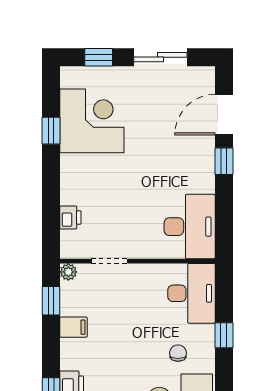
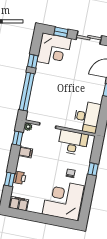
corner desk: (92, 121) -> (54, 50), moved, turned 90
window: (51, 198) -> (27, 92), added
printer: (70, 218) -> (34, 102), removed
desk: (192, 293) -> (73, 143), moved, turned -90

